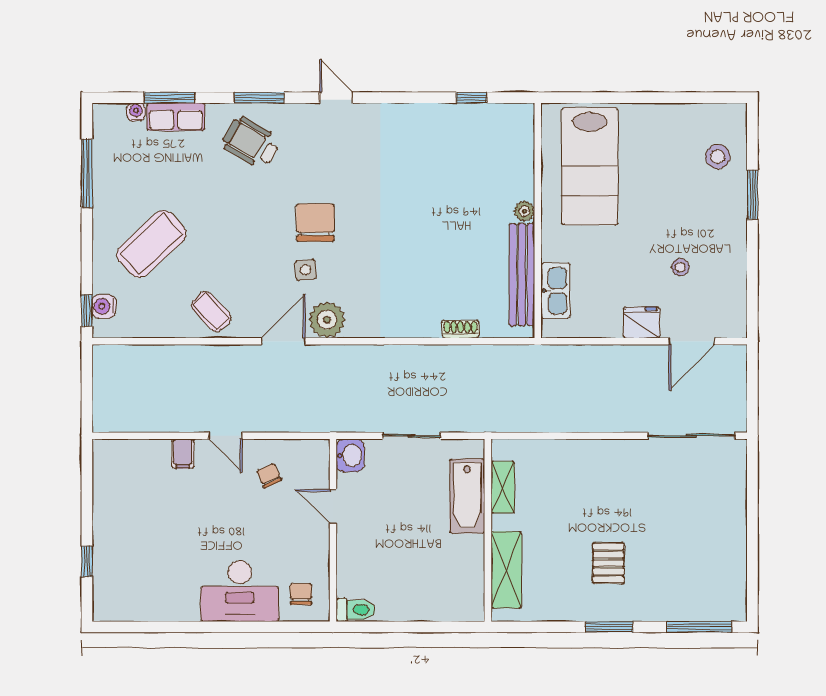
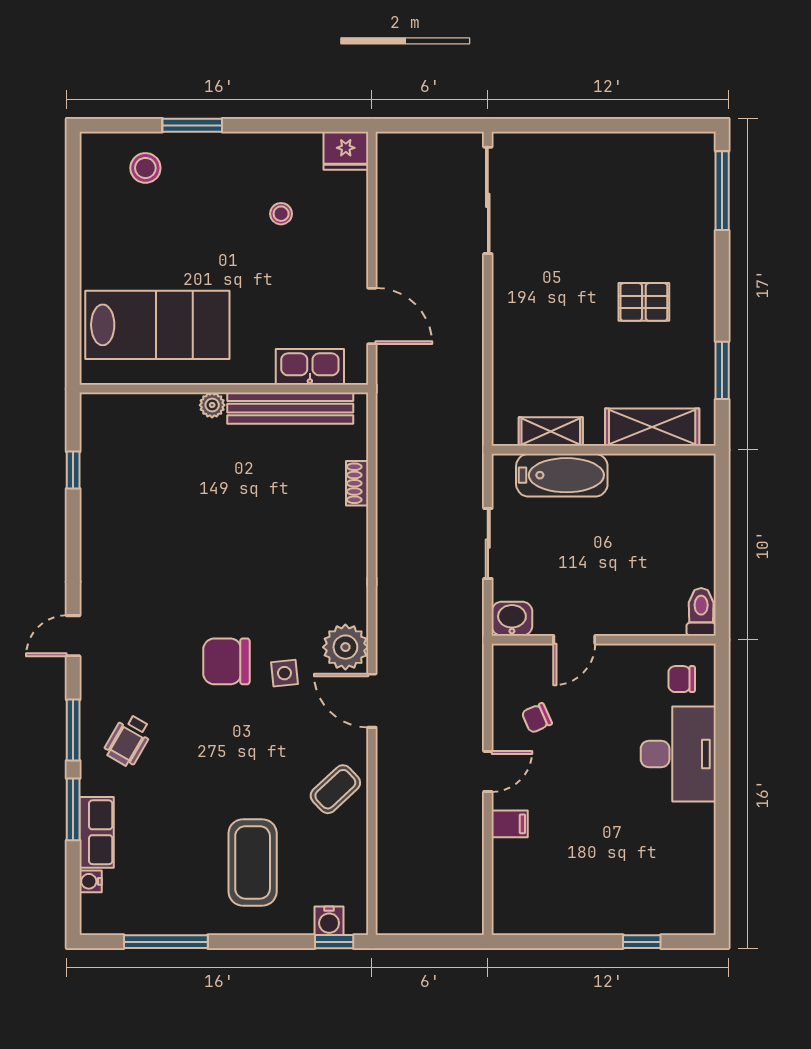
window: (169, 98) -> (73, 809), moved
wheelchair: (251, 143) -> (128, 740), width x0.73, depth x0.73
coffee table: (151, 244) -> (253, 862), turned 43
fridge: (642, 323) -> (346, 151), moved, turned -90
door: (692, 341) -> (372, 316), moved
window: (609, 627) -> (722, 370), moved

